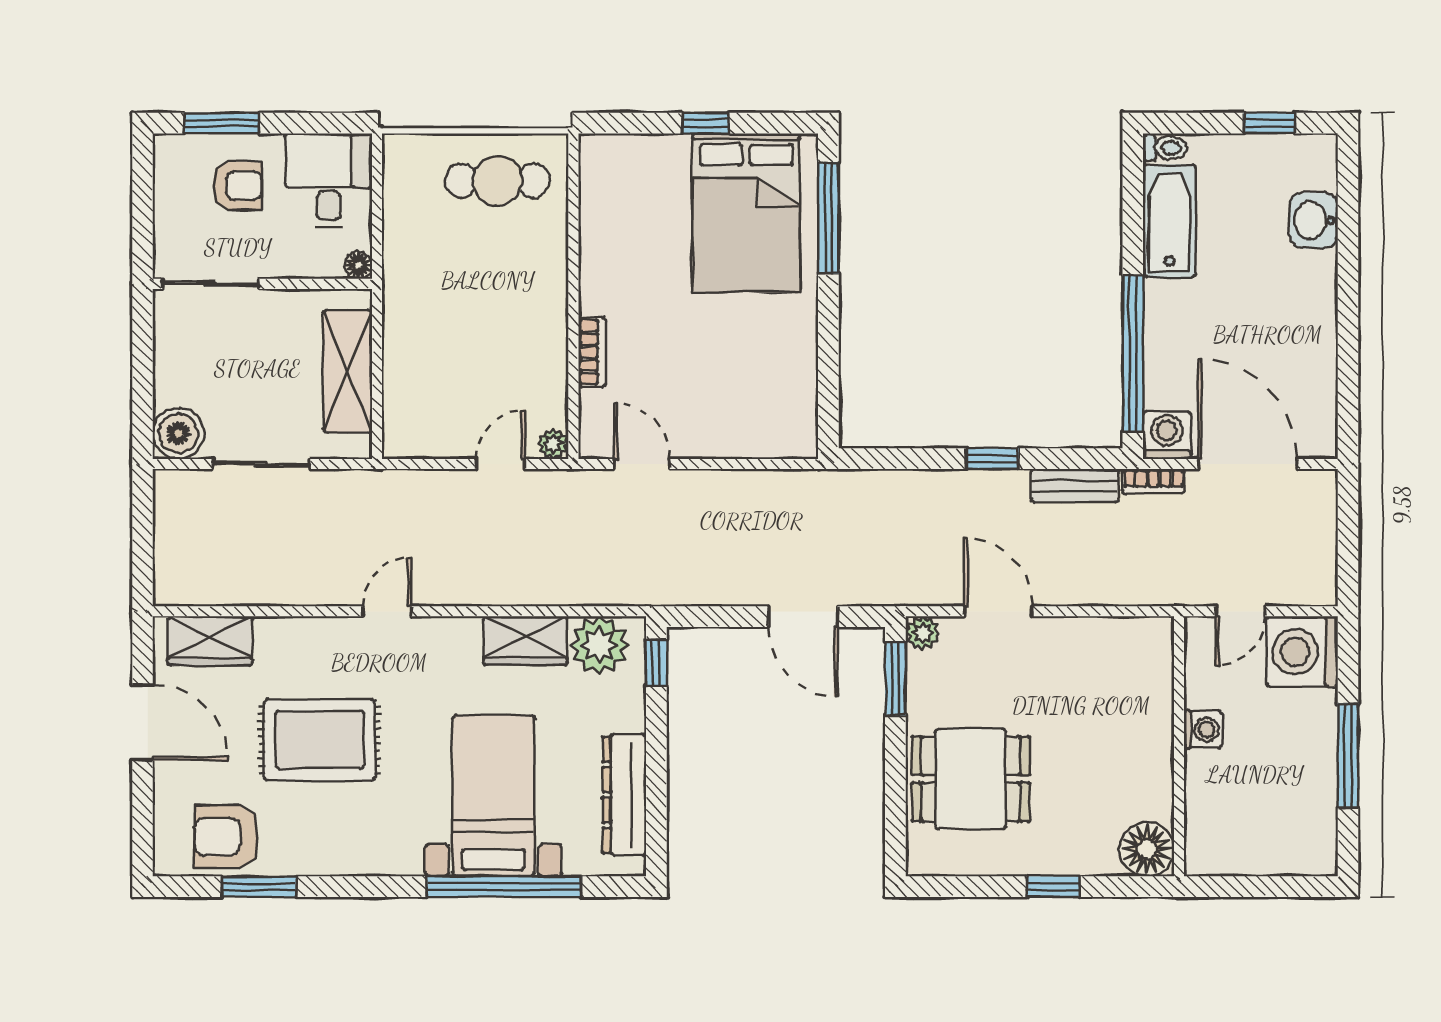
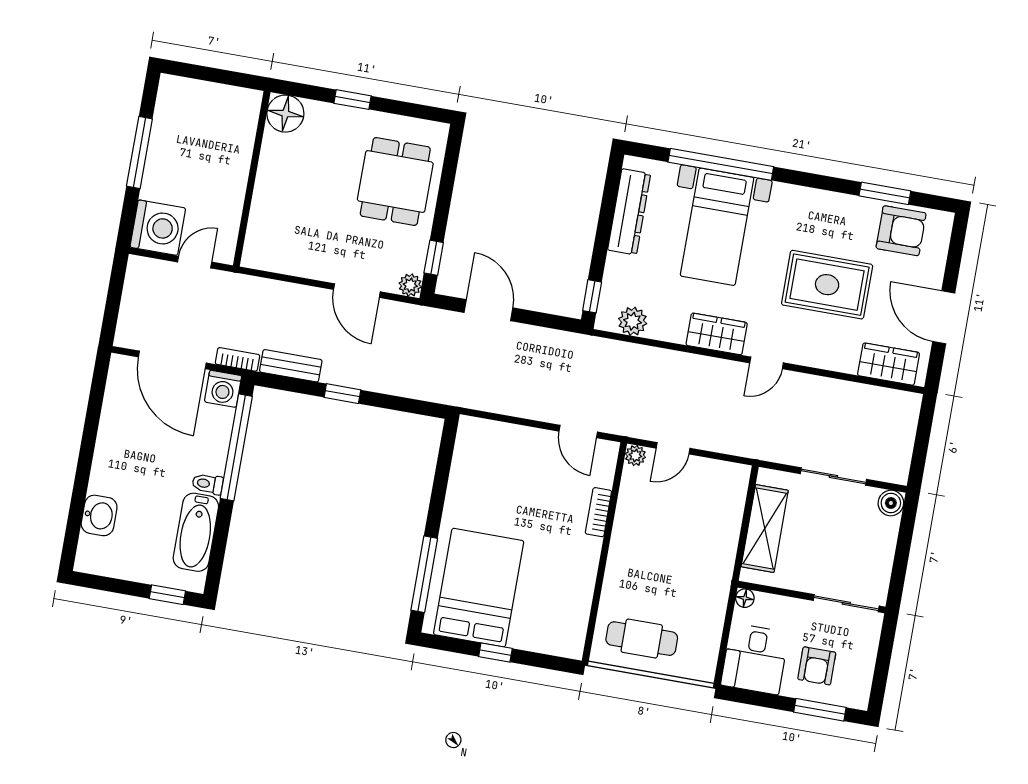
window: (1269, 123) -> (167, 595), moved
toilet: (1165, 148) -> (208, 484), moved
armchair: (237, 186) -> (817, 666), turned -90
boiler: (178, 433) -> (891, 503), width x0.73, depth x0.73
wardrobe: (525, 640) -> (717, 334), moved
plant: (599, 645) -> (633, 321), width x0.73, depth x0.73
window: (895, 678) -> (434, 258), width x0.67
washing machine: (1203, 730) -> (234, 187), removed
dining table: (971, 779) -> (395, 182), turned 90

